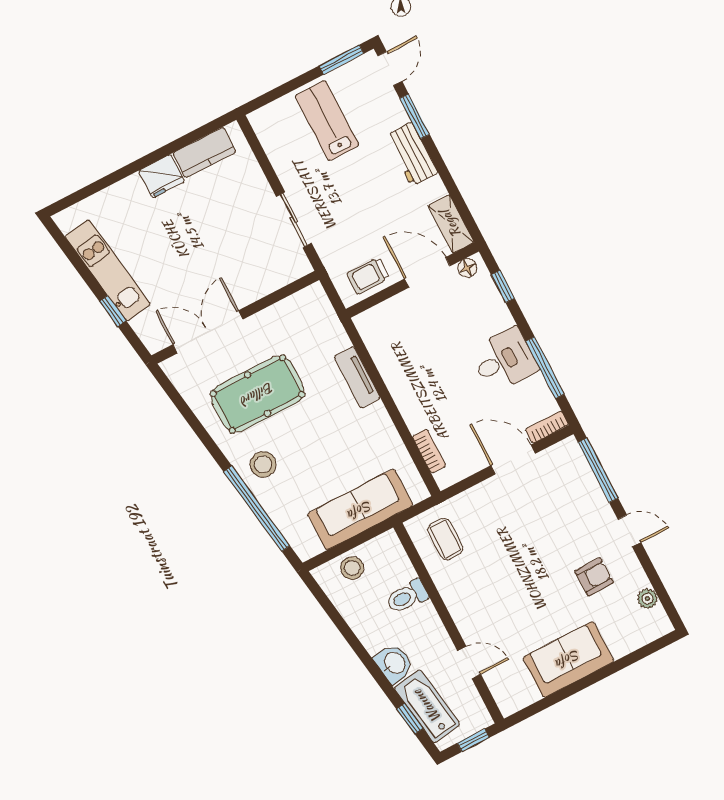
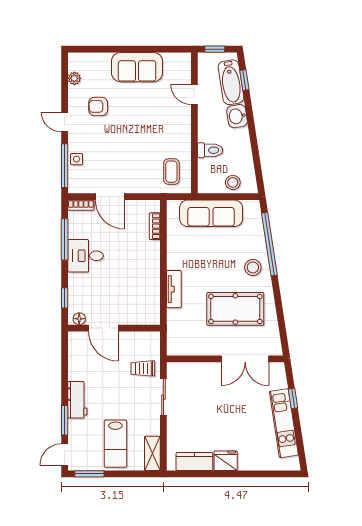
shelving: (451, 224) -> (152, 453), moved
trolley: (368, 276) -> (143, 368), moved, turned 180
side table: (586, 488) -> (77, 159), added

